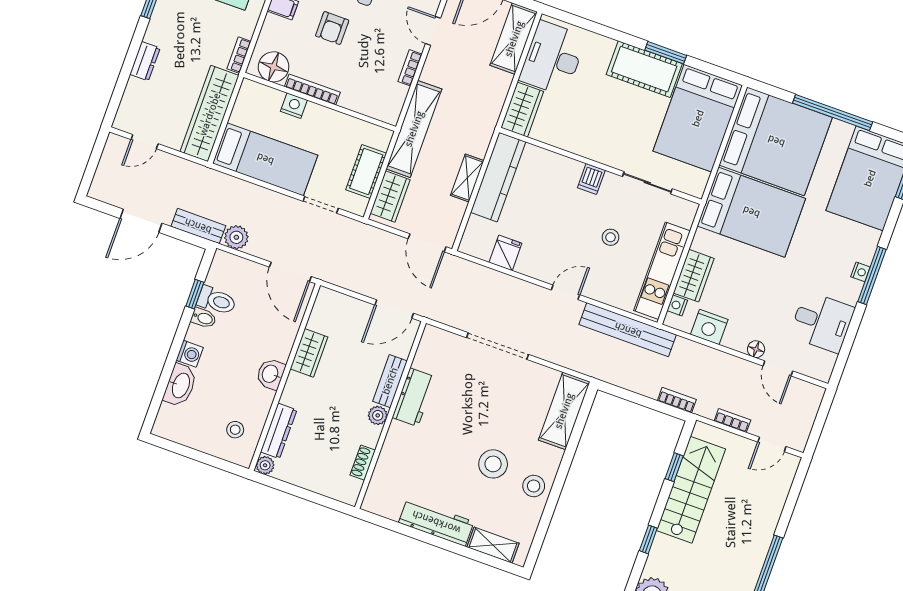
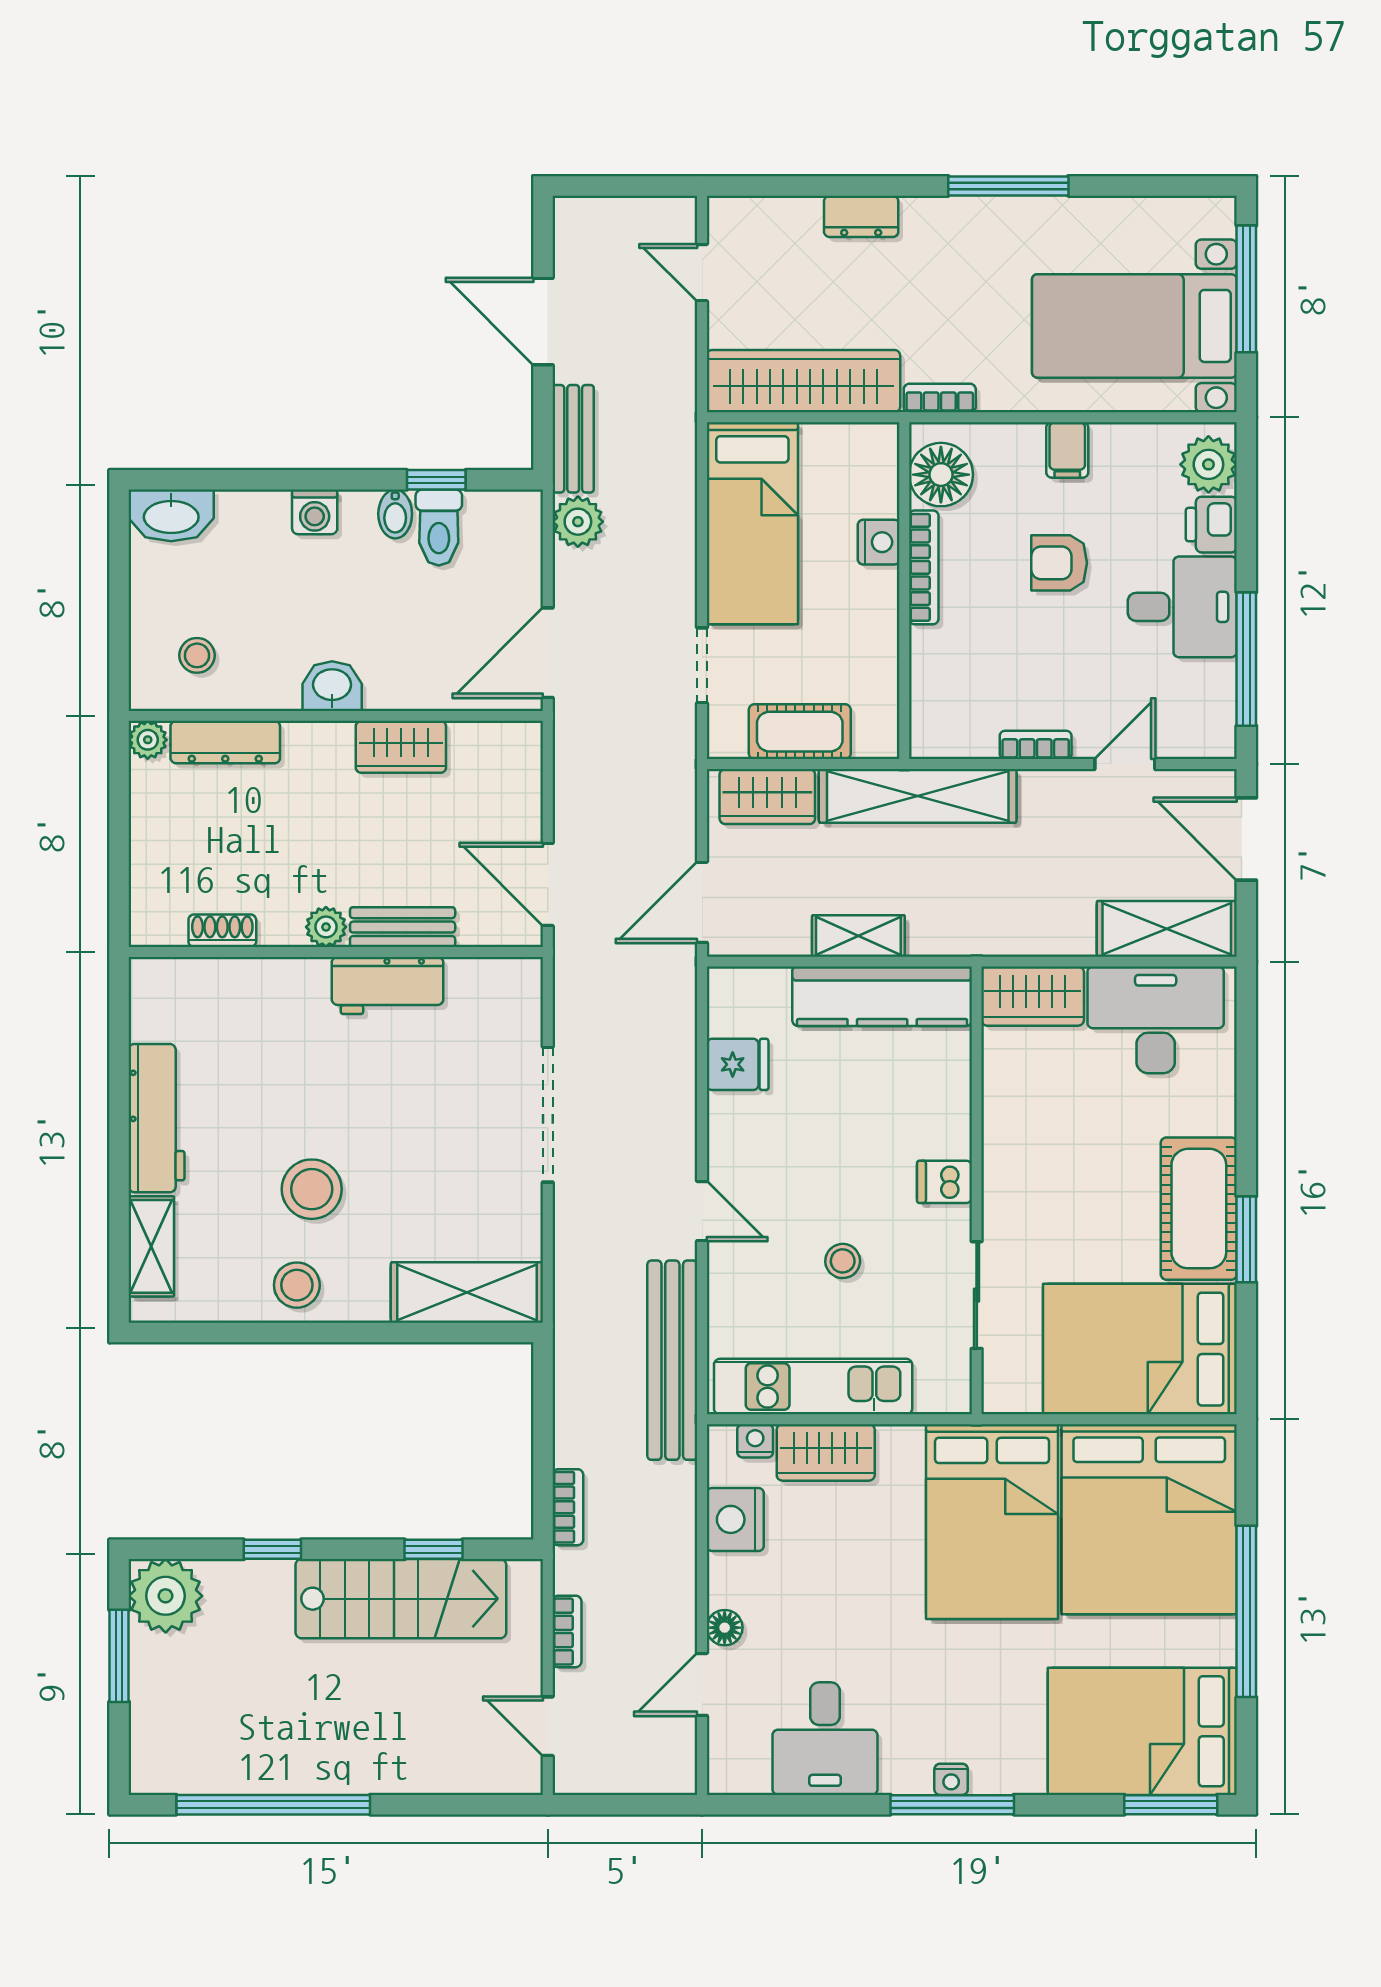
washbasin: (180, 385) -> (171, 515), moved

